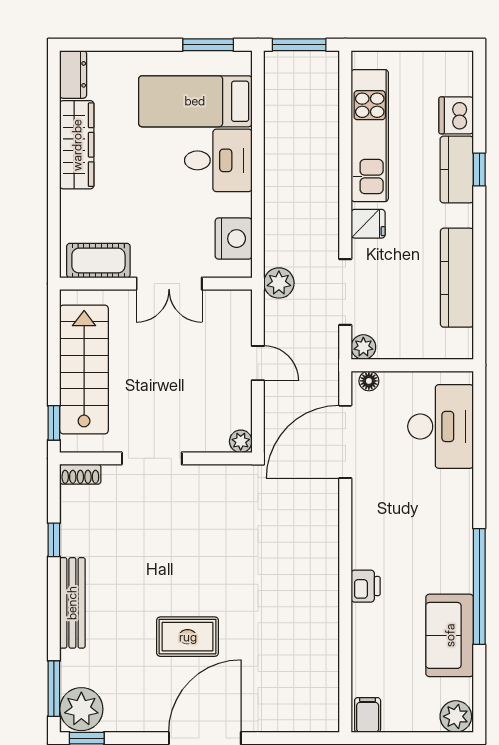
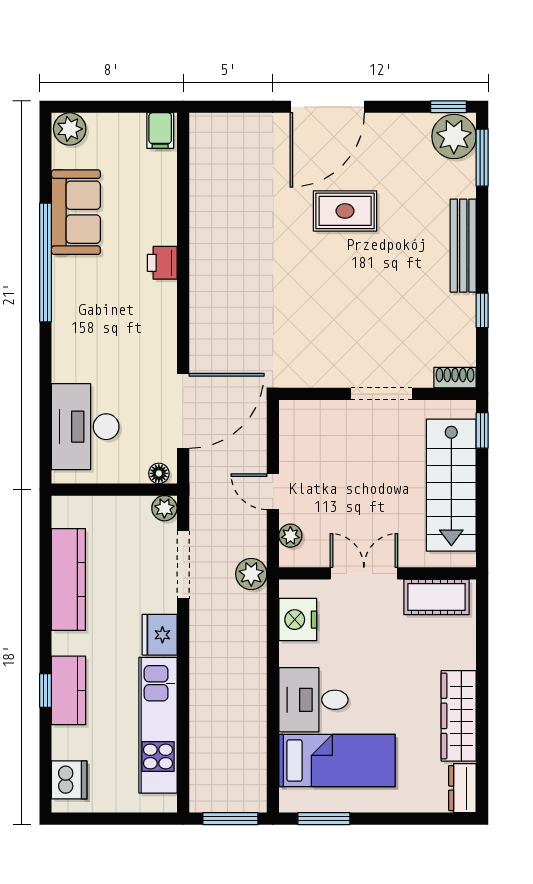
dishwasher: (456, 115) -> (69, 780), moved
fridge: (368, 224) -> (160, 635), width x1.38
plant: (241, 441) -> (290, 536), moved

